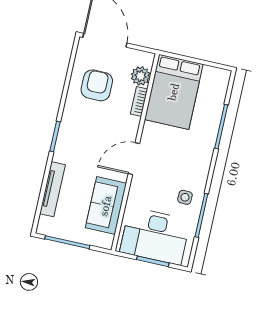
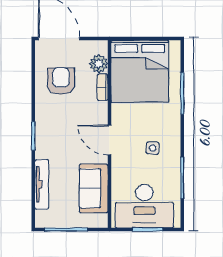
bed: (174, 92) -> (140, 71), width x1.36
door: (134, 159) -> (109, 140), hinge flipped
side table: (185, 197) -> (153, 148), moved

